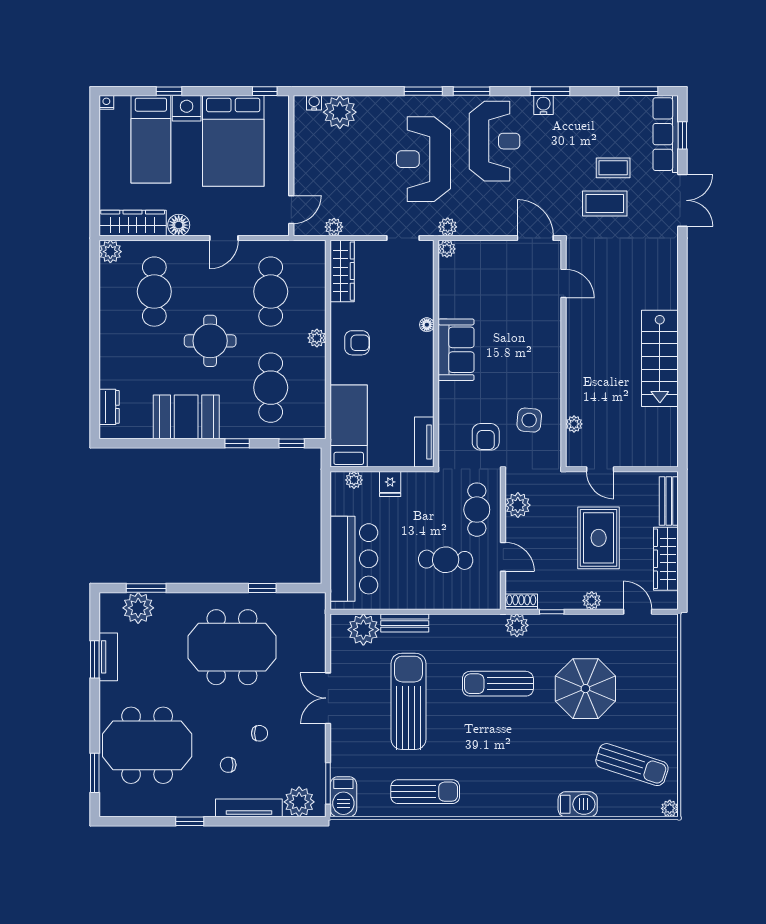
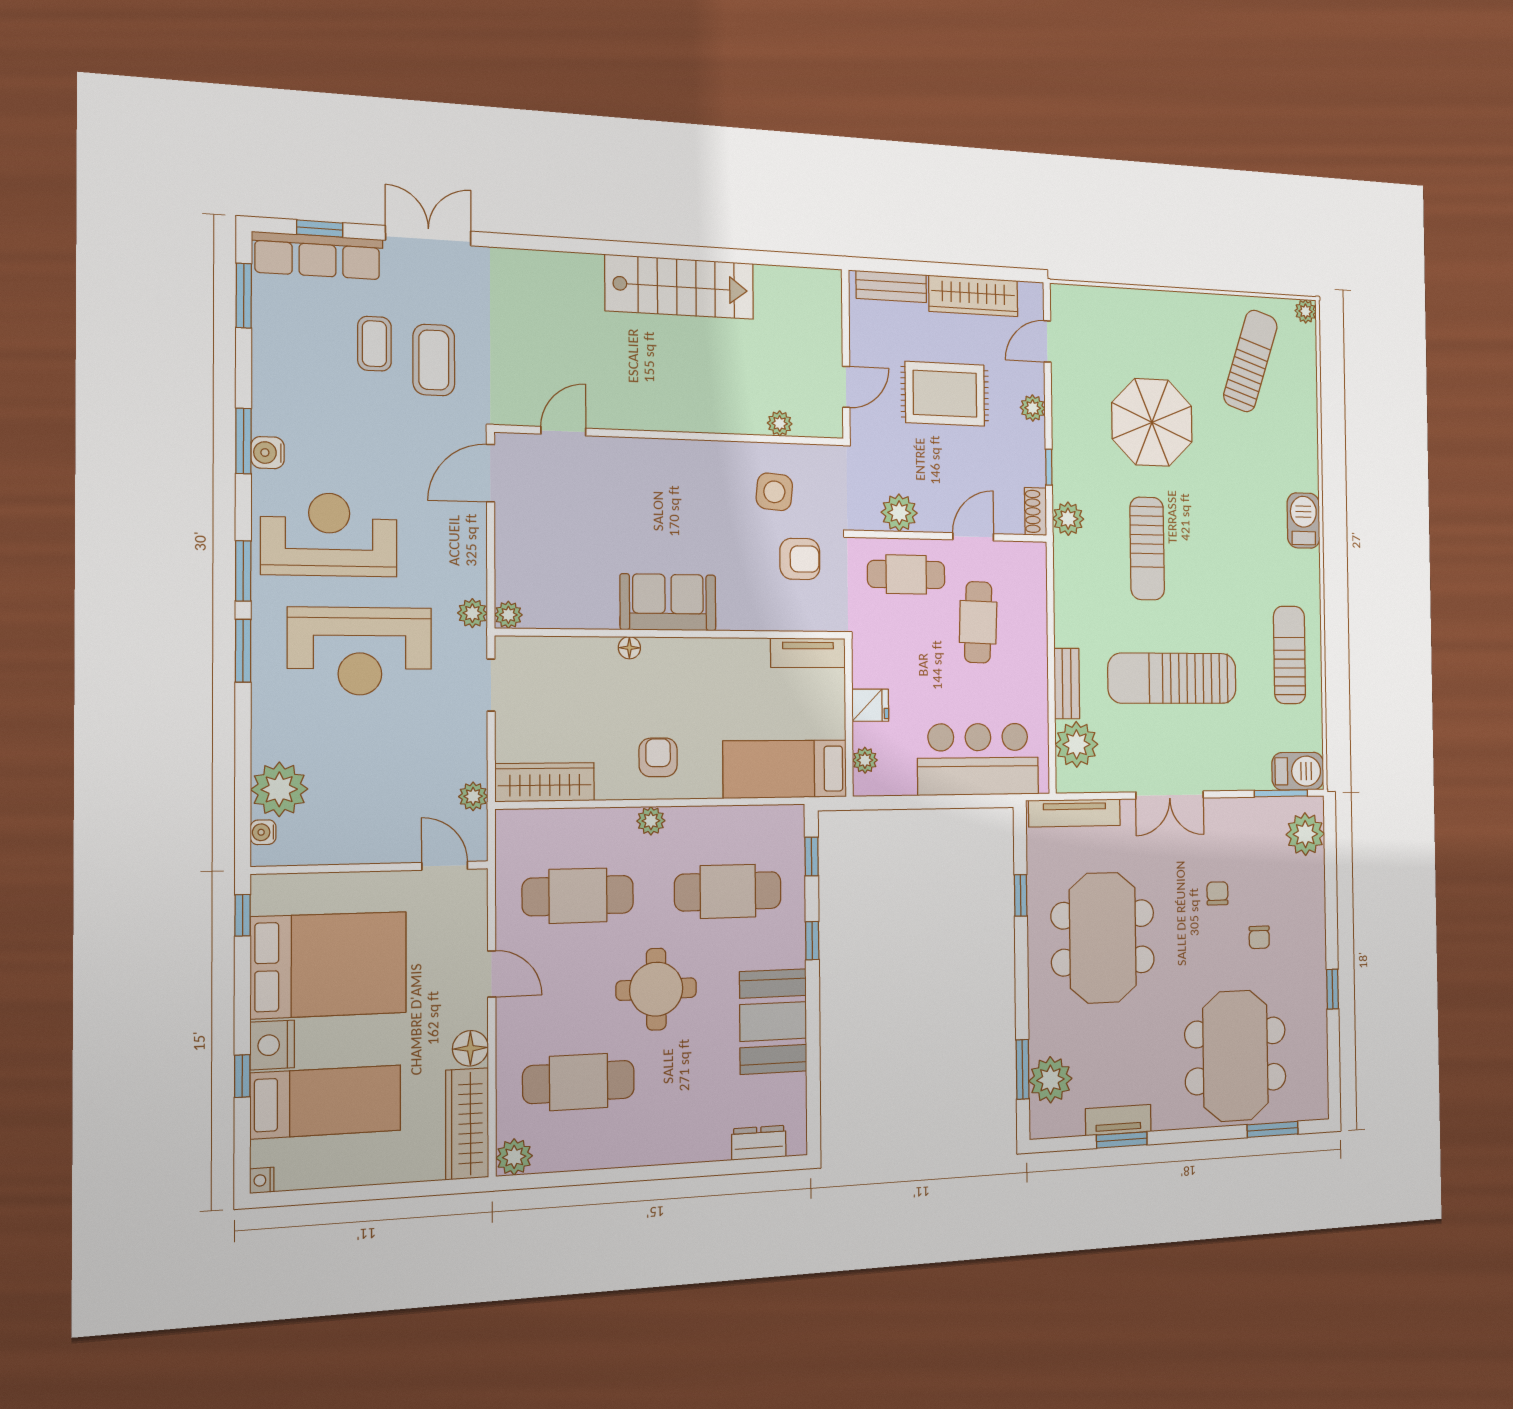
barbecue: (578, 804) -> (1303, 521), moved
tv unit: (249, 808) -> (1075, 813), moved, turned -90

